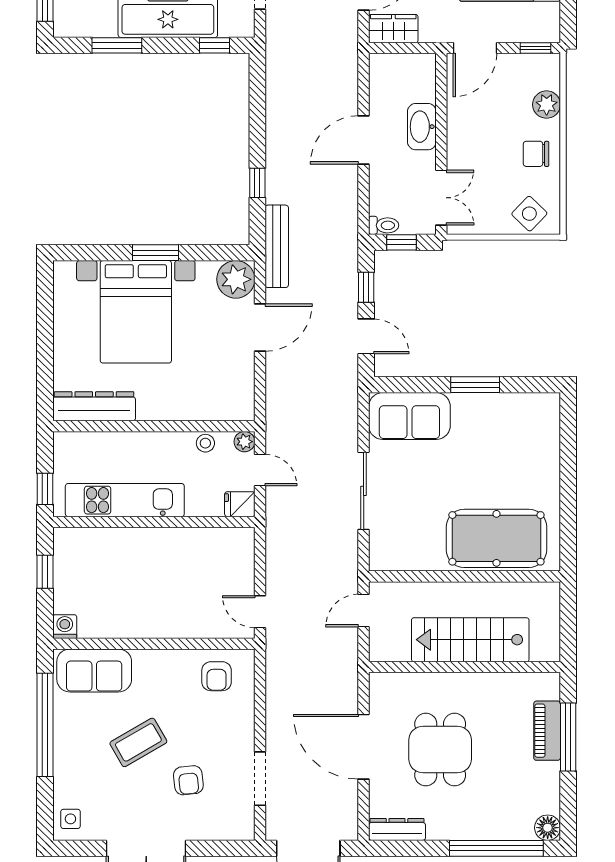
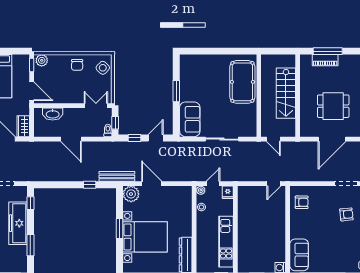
plant: (547, 105) -> (42, 60), moved
washbasin: (422, 127) -> (53, 114), moved
coffee table: (138, 742) -> (330, 236), removed

